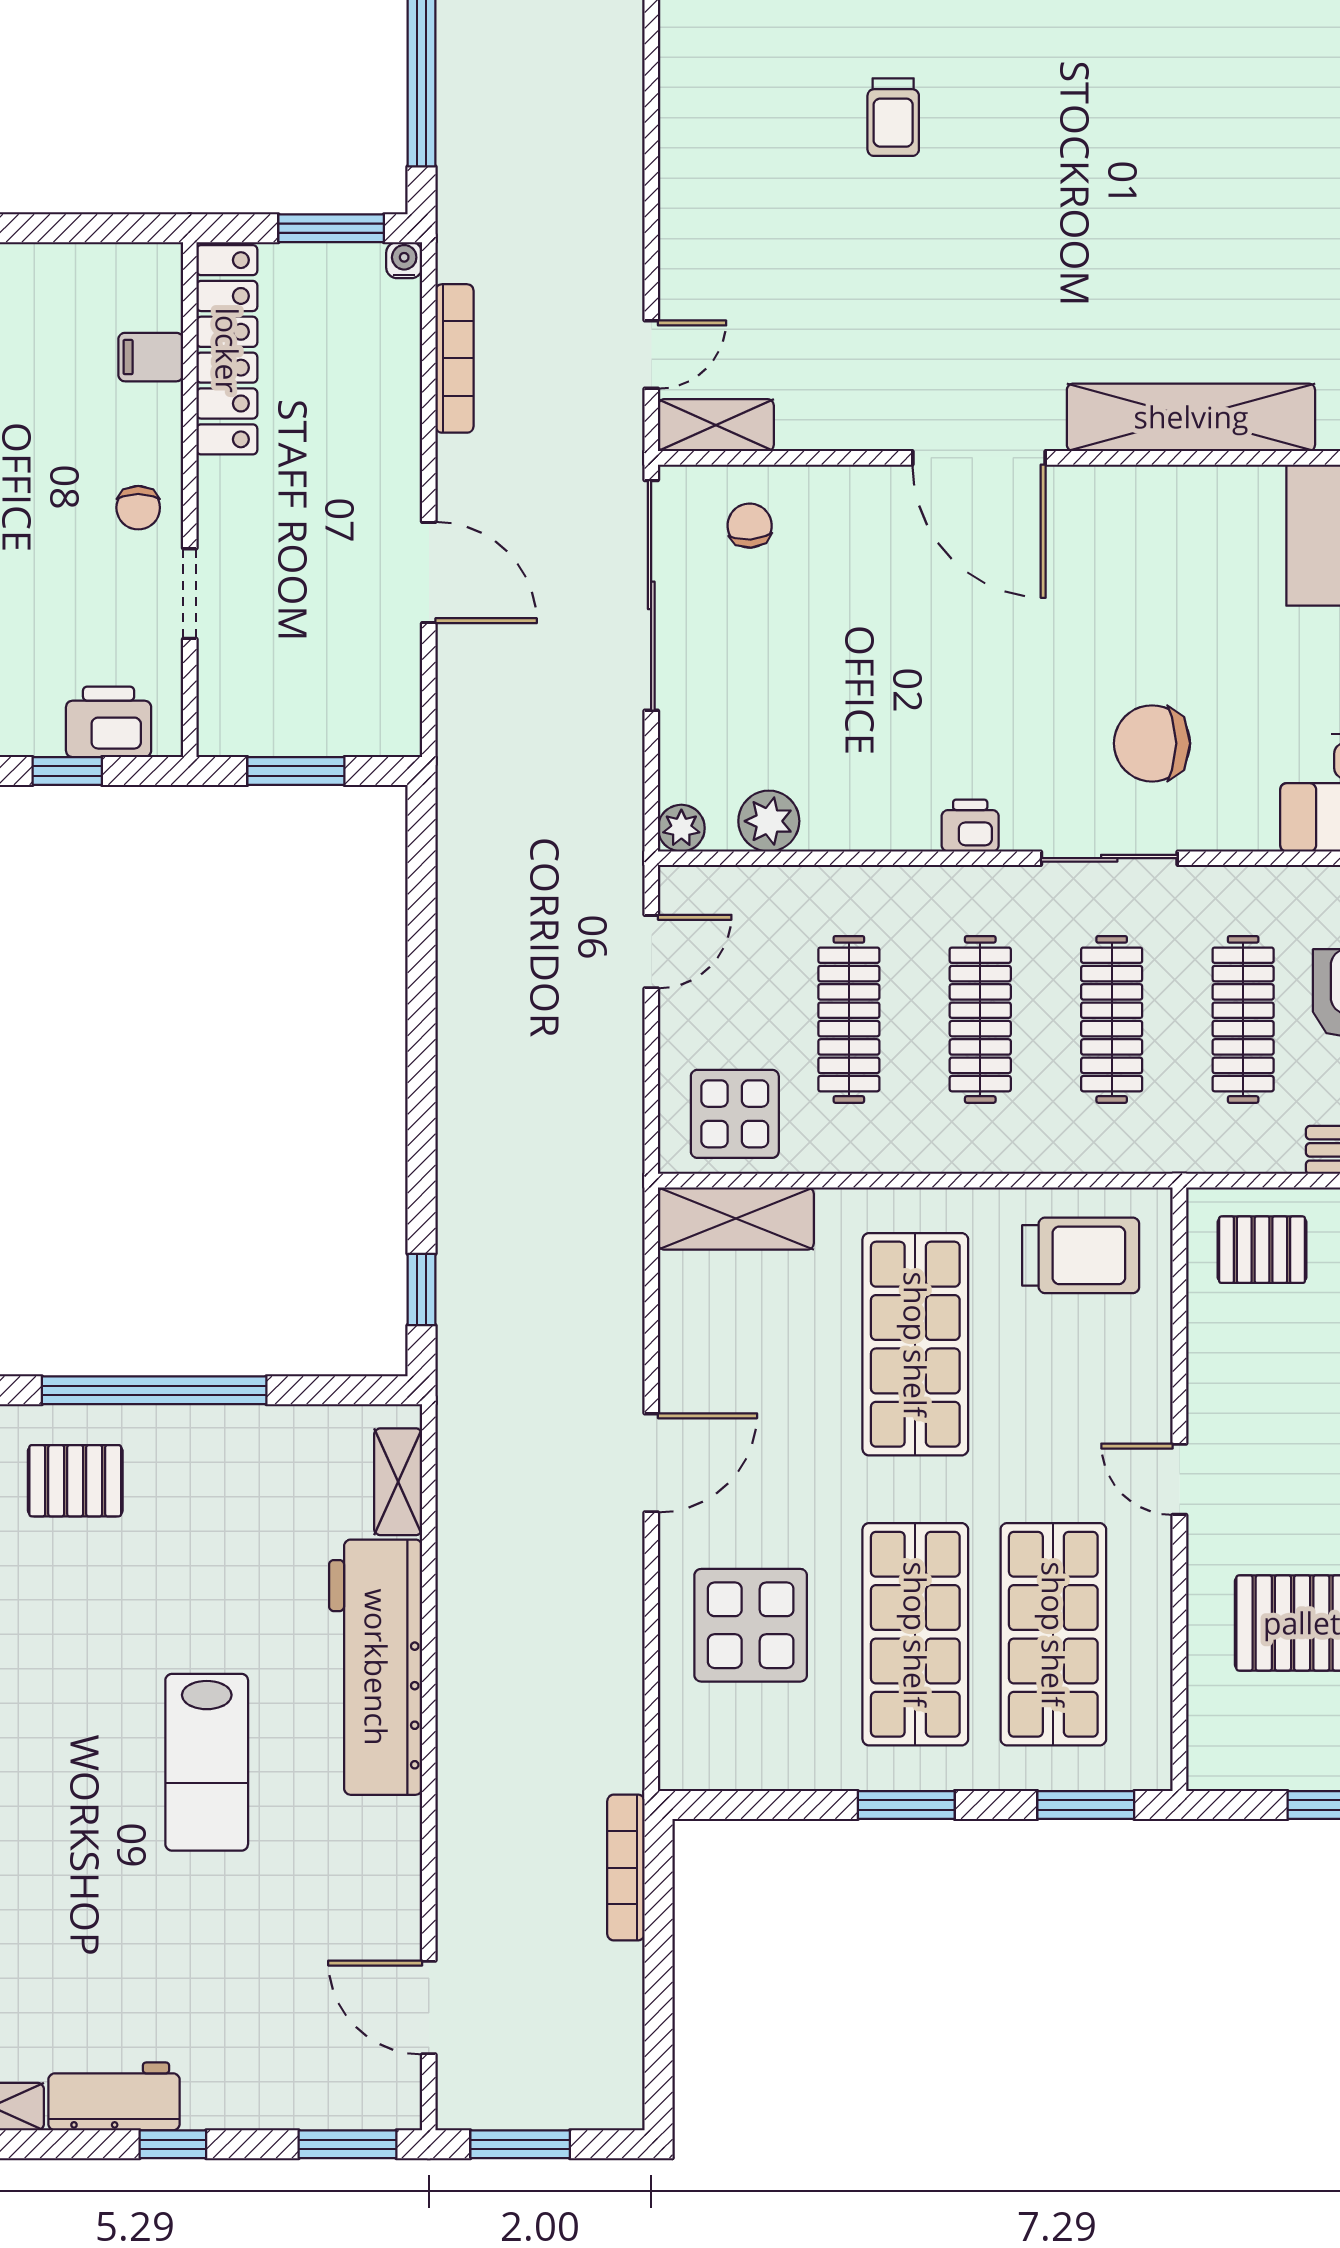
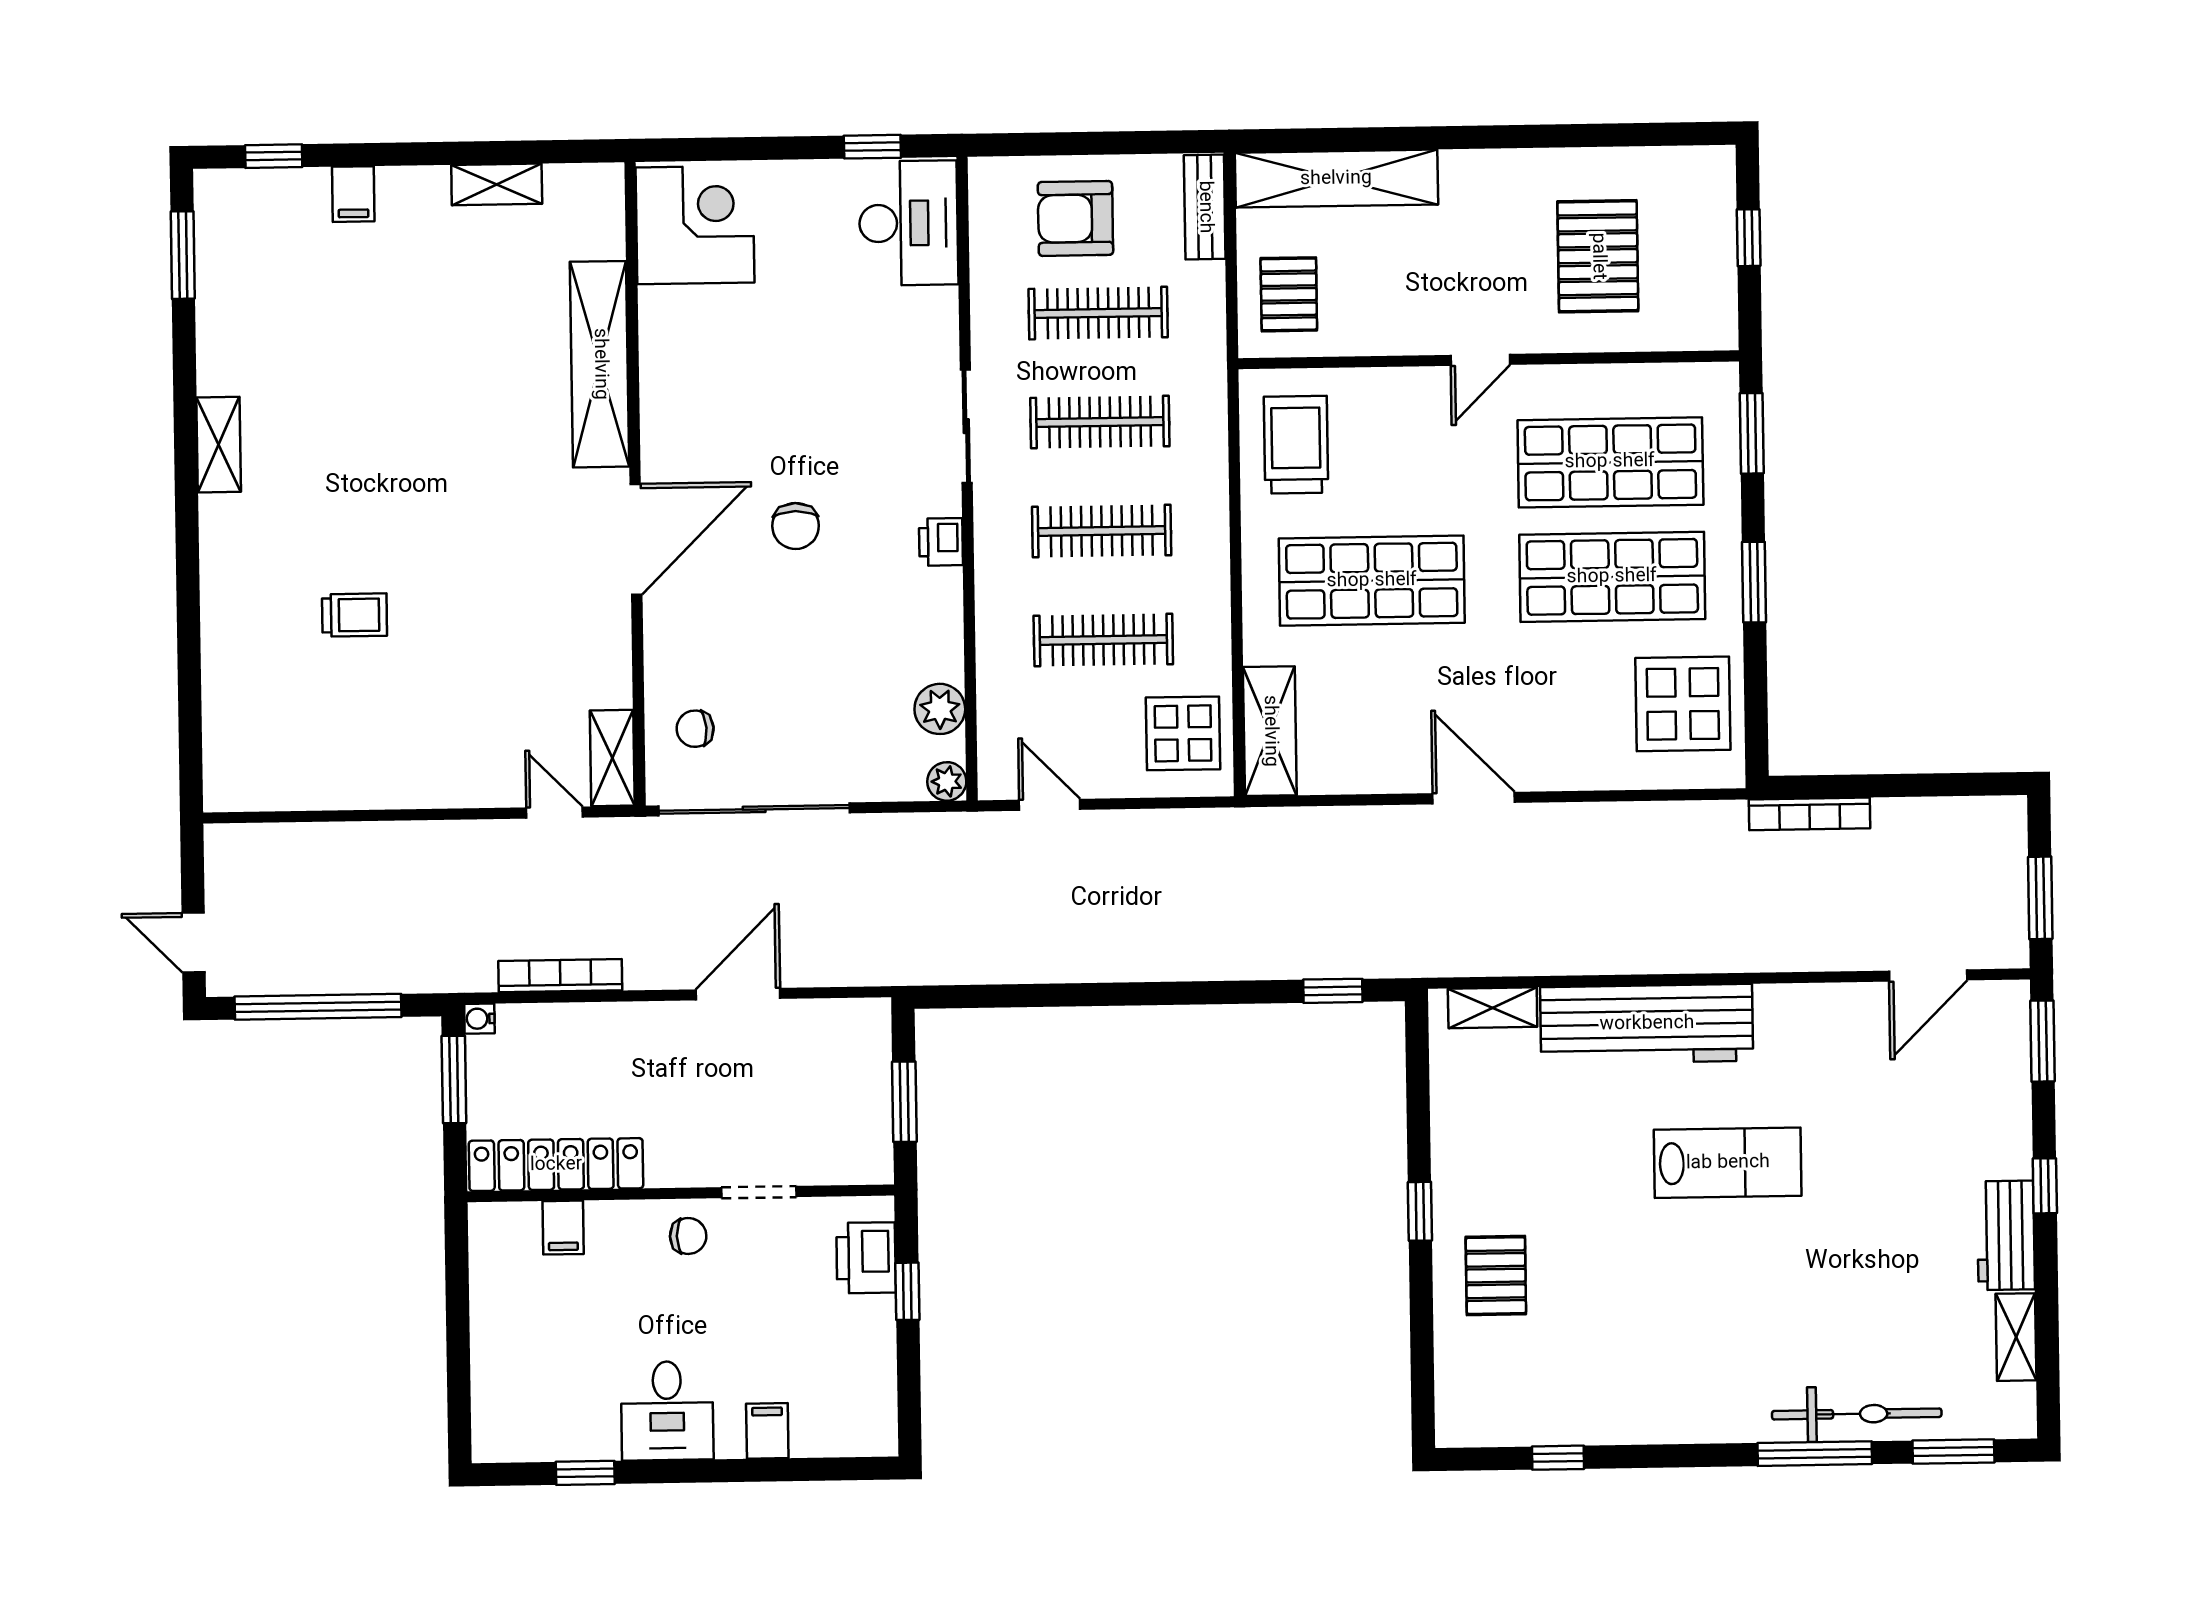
chair: (1152, 743) -> (796, 526), moved, width x0.73, depth x0.73
window: (154, 1390) -> (1420, 1211), width x0.32
display table: (751, 1625) -> (1683, 704), moved

